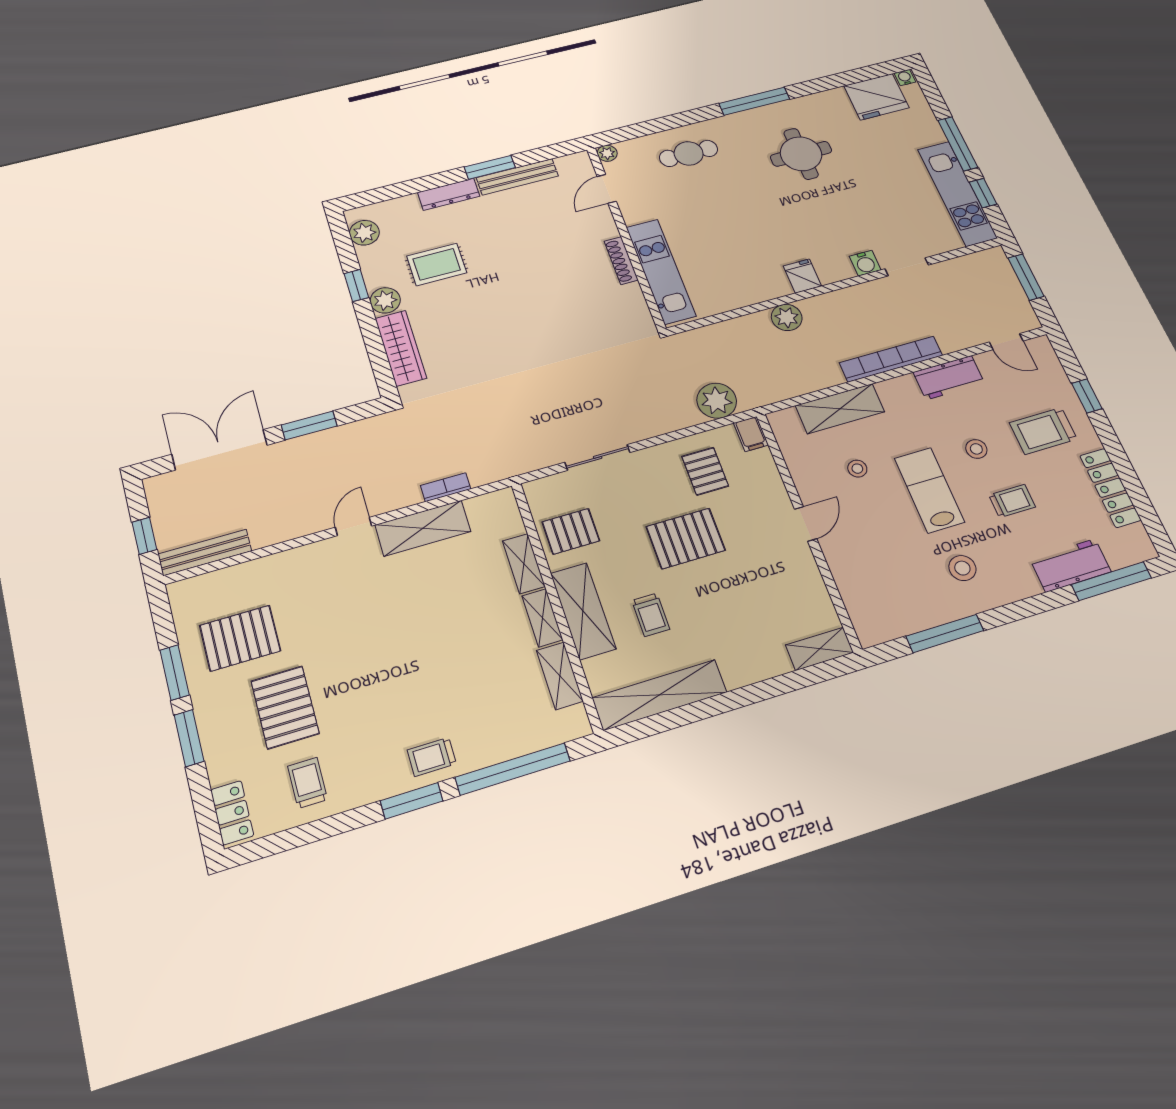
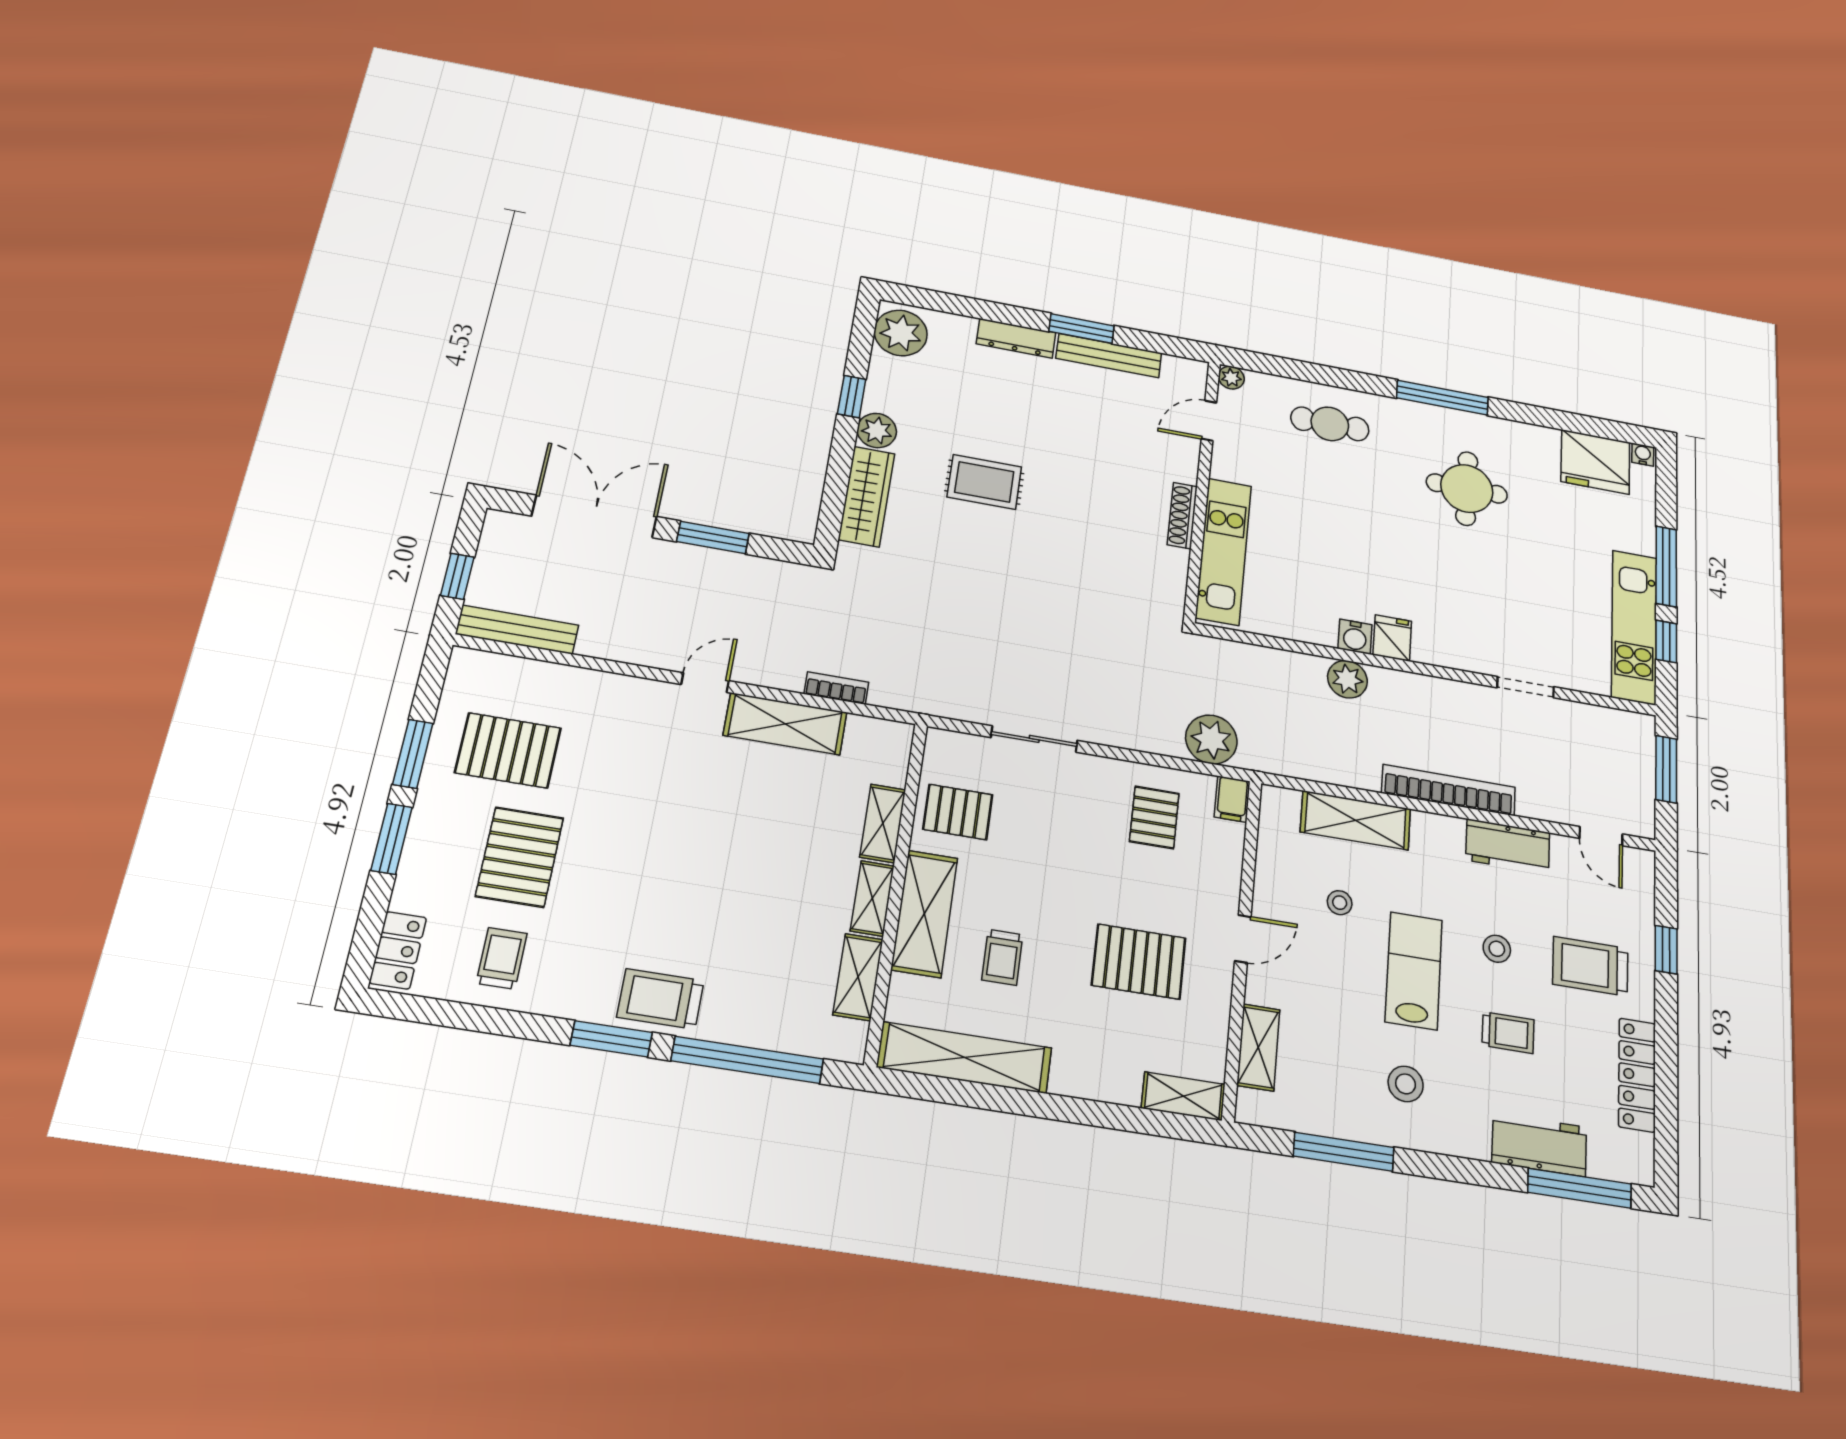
plant: (364, 233) -> (901, 333), width x1.36, depth x1.36
water cooler: (865, 263) -> (1355, 637), moved
rug: (437, 264) -> (984, 482), moved
pallet: (686, 538) -> (1139, 962), moved
shelving: (853, 591) -> (1258, 1047), added
trolley: (432, 757) -> (660, 999), width x1.36, depth x1.39

